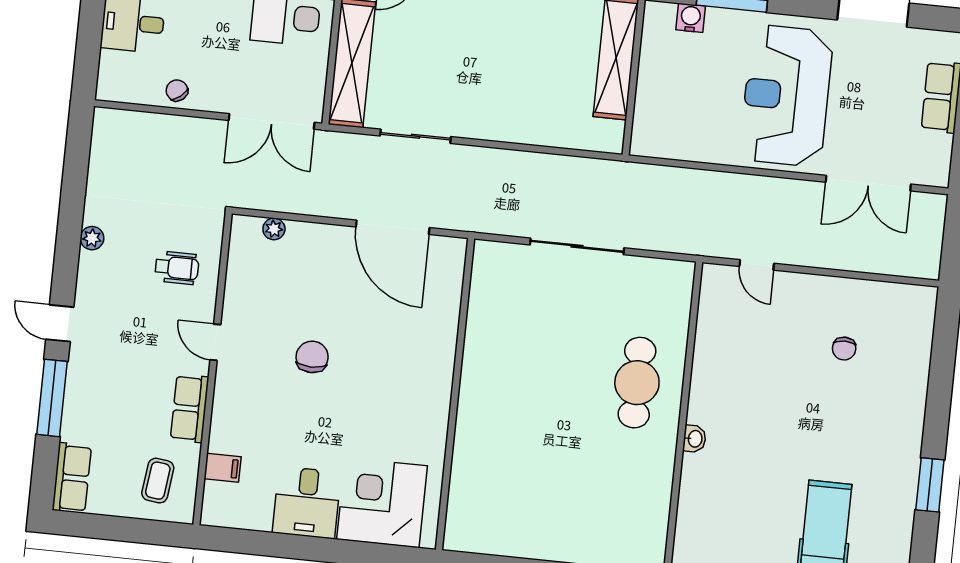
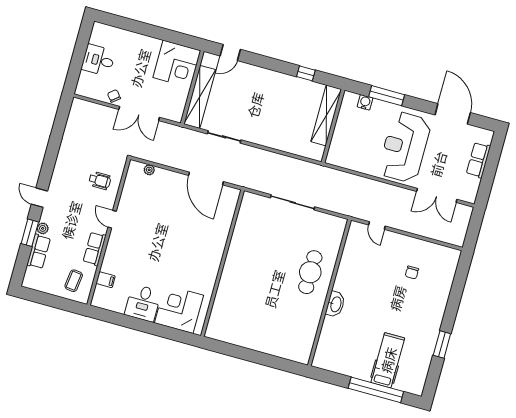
double door: (272, 121) -> (139, 113), moved
plant: (92, 238) -> (43, 228), moved
chair: (312, 357) -> (157, 234), removed
window: (52, 398) -> (30, 233), width x0.69
washbasin: (695, 439) -> (335, 304), width x1.91, depth x1.45
row of seats: (72, 478) -> (39, 251), moved

